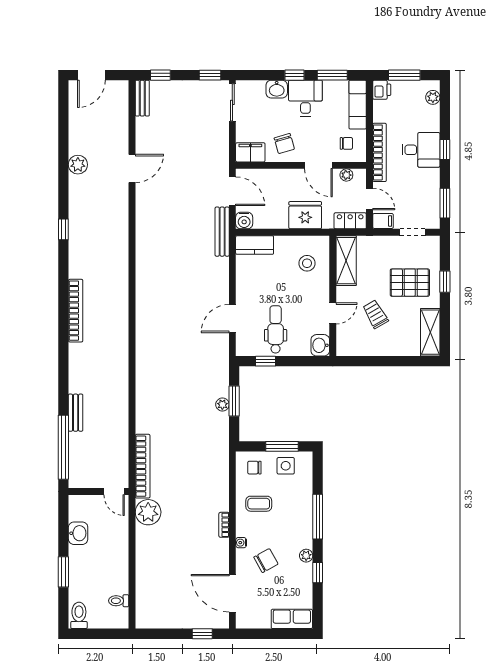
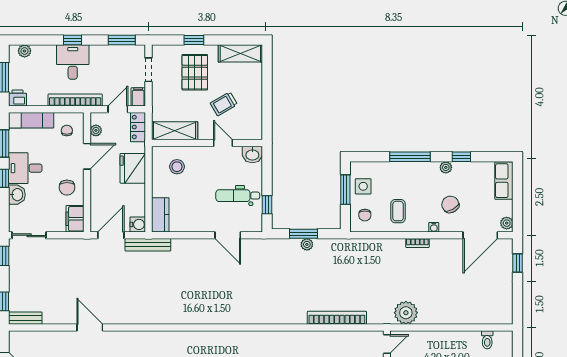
chair: (284, 144) -> (67, 188), turned 106
bookcase: (143, 466) -> (337, 318), moved
plant: (246, 622) -> (507, 223), added

